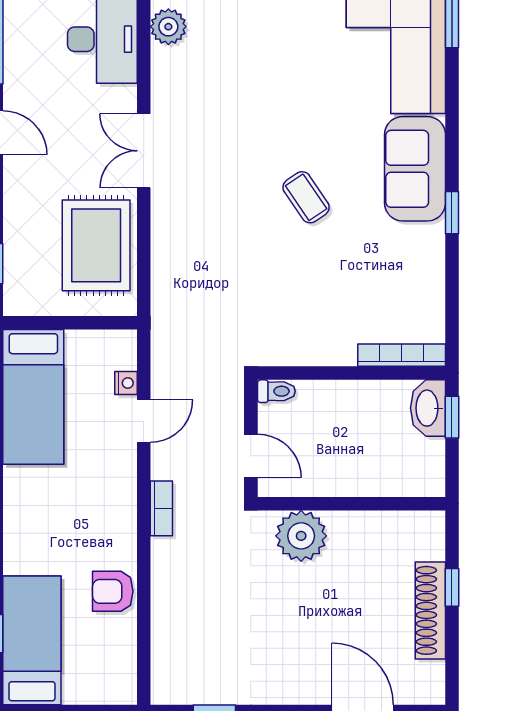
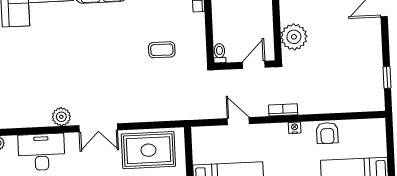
plant: (168, 27) -> (61, 117), moved
coffee table: (306, 197) -> (162, 50), moved, turned 34
nightstand: (126, 383) -> (295, 128), moved

